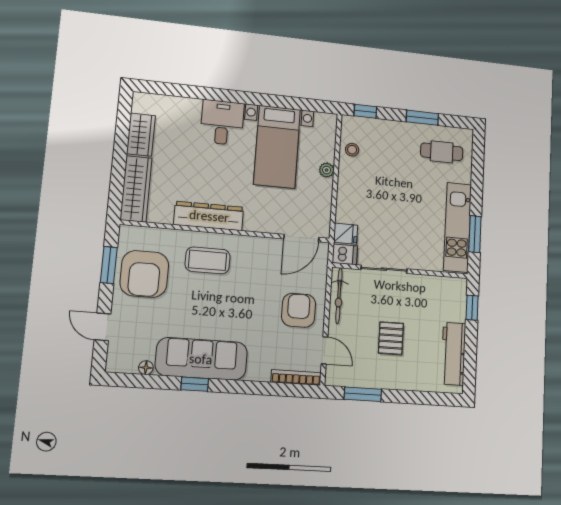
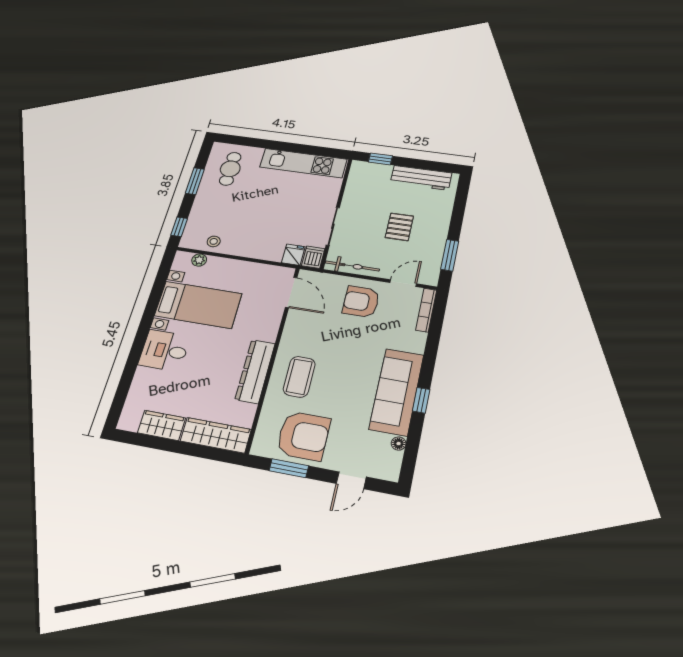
plant: (327, 170) -> (199, 260), moved
window: (475, 234) -> (312, 150), removed
pallet: (391, 338) -> (399, 227), turned 90

